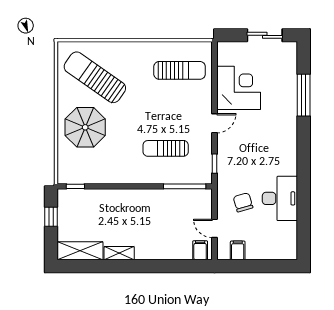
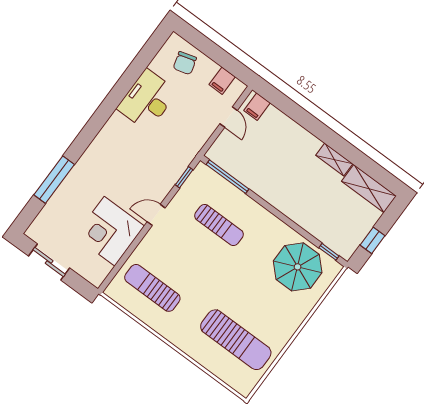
sun lounger: (95, 77) -> (236, 340), turned -35
parasol: (85, 127) -> (298, 267), moved
chair: (243, 202) -> (185, 63), moved

